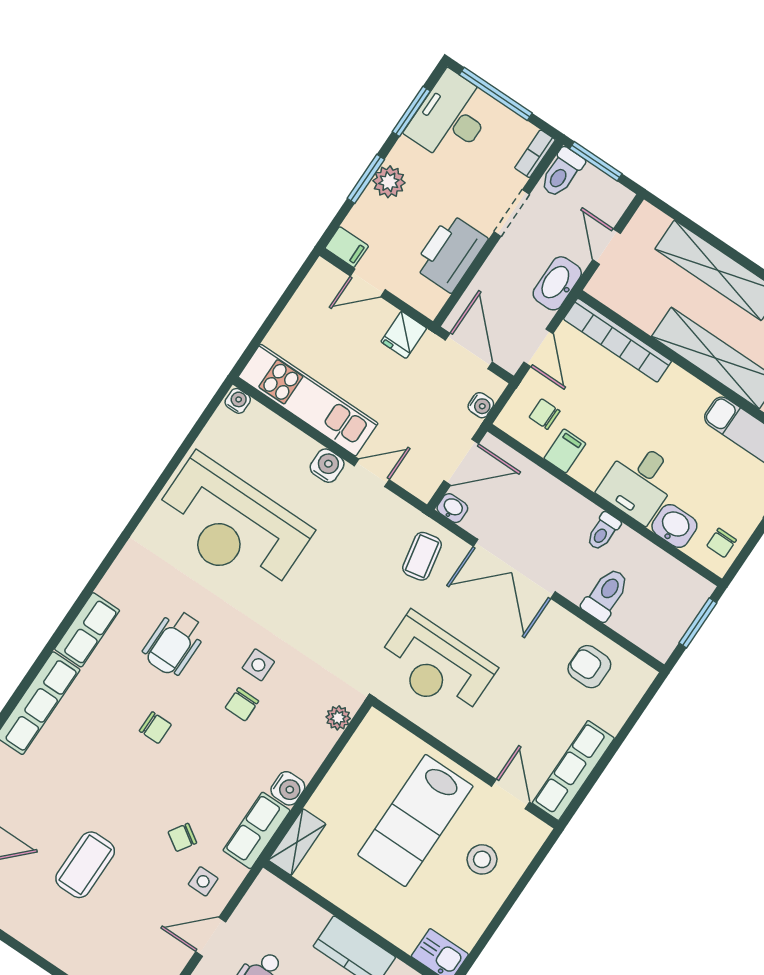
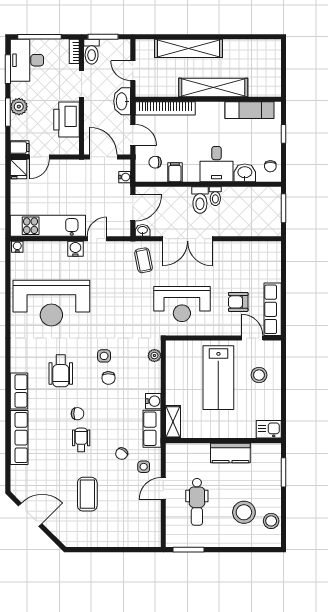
fridge: (404, 335) -> (18, 169), moved
toilet: (606, 594) -> (200, 200), moved, turned 180
armchair: (589, 667) -> (238, 302), moved
wheelchair: (133, 773) -> (81, 440), added

